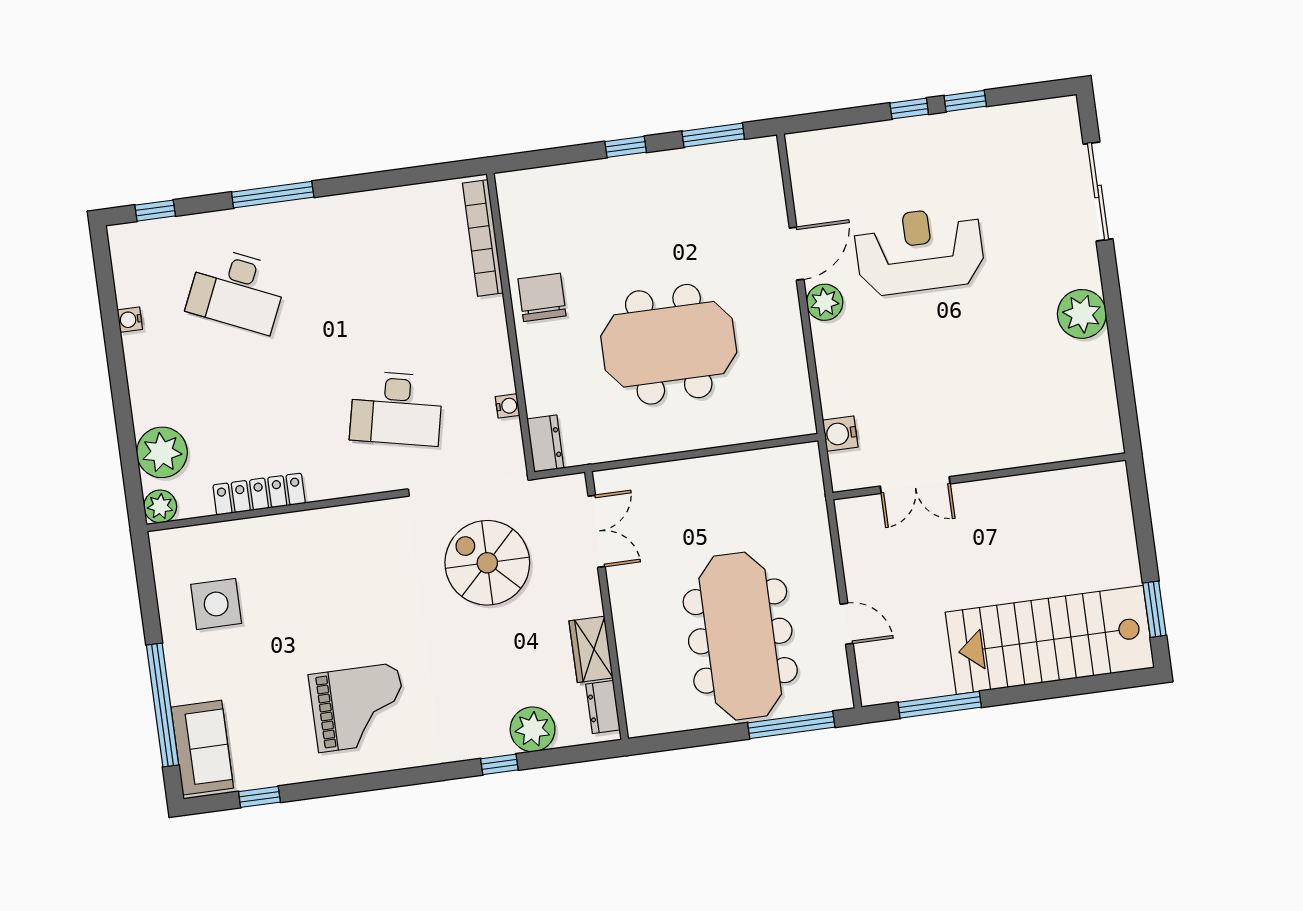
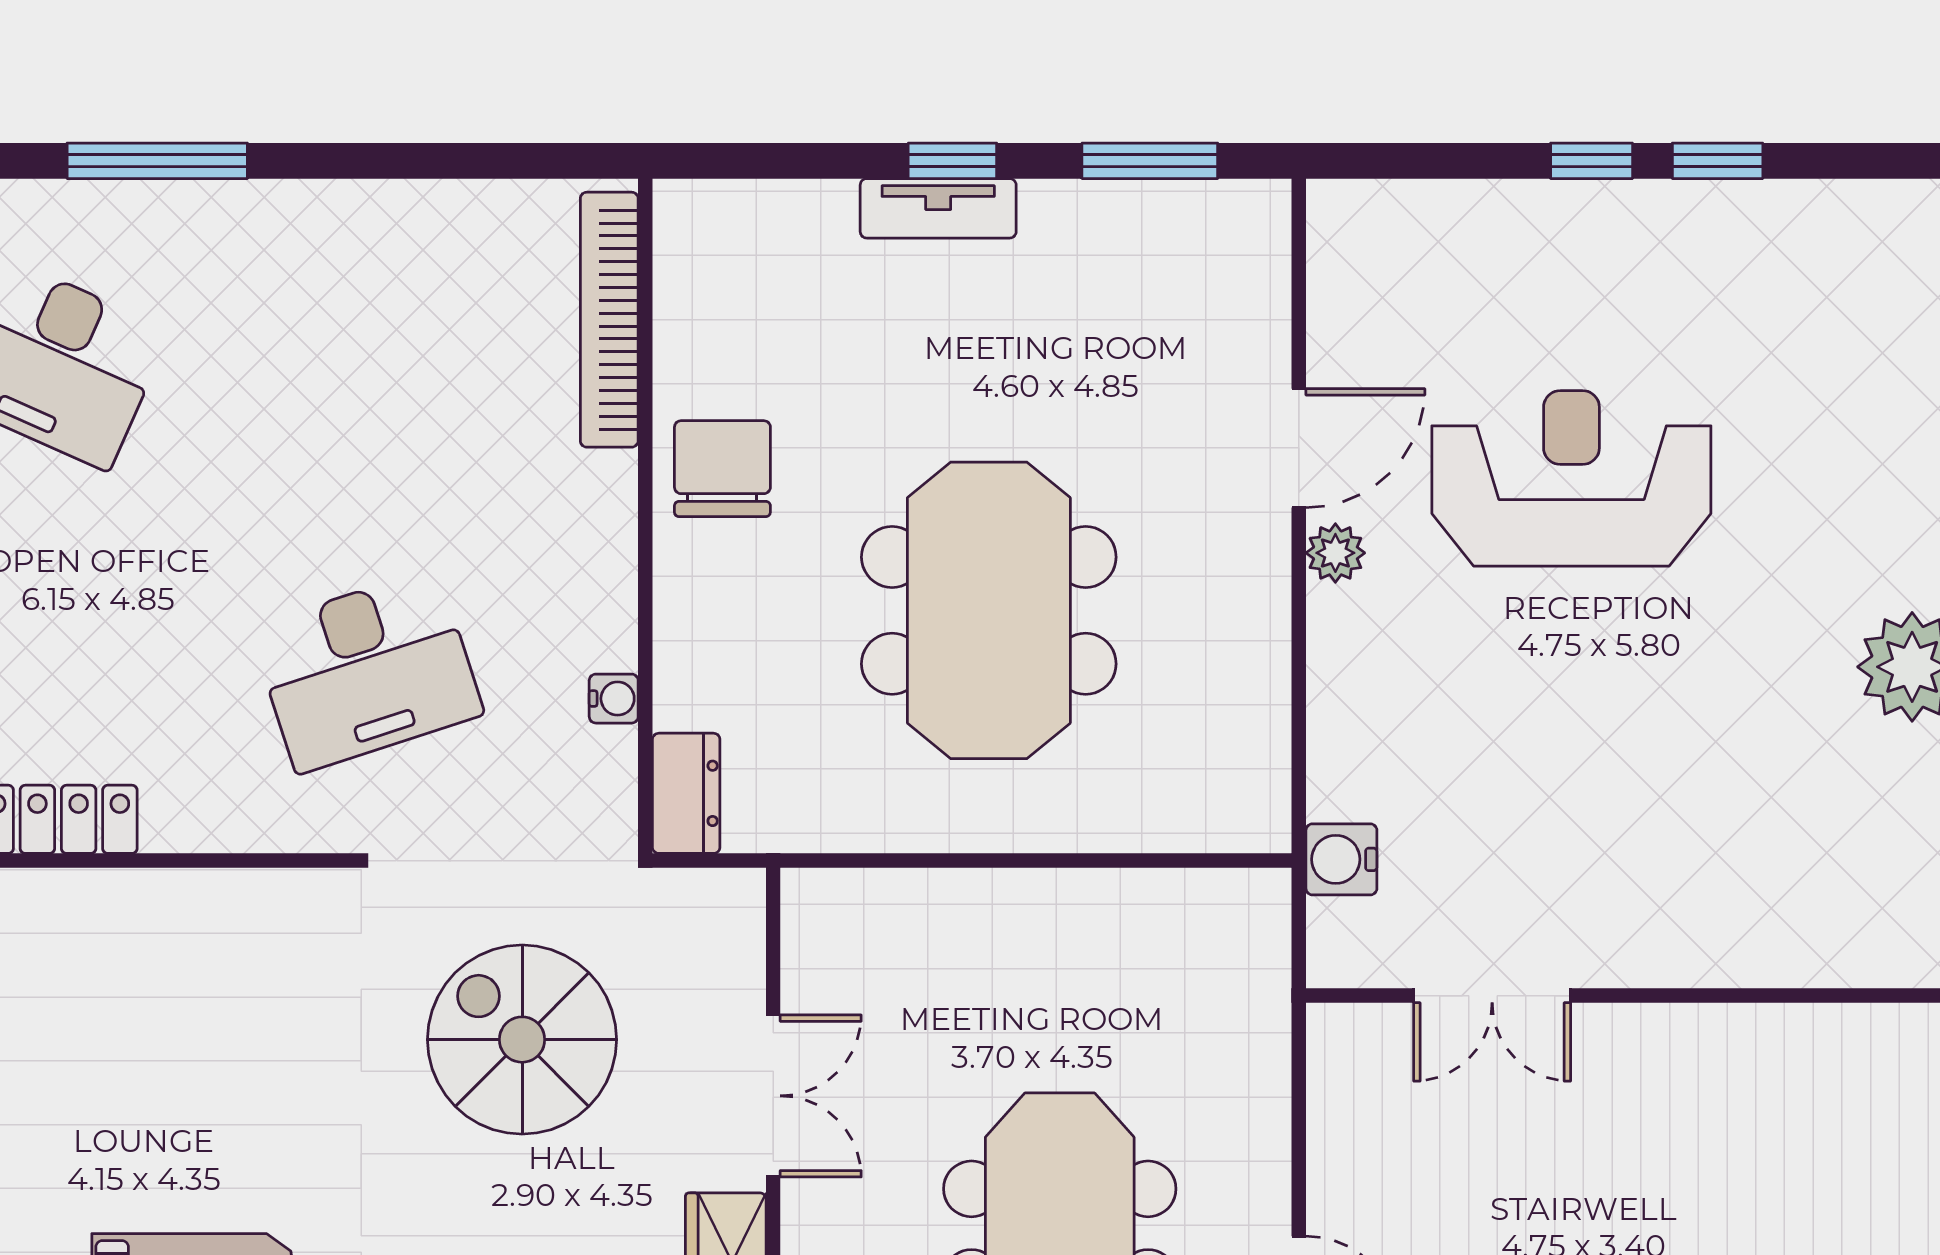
tv unit: (622, 169) -> (938, 208), added
plant: (825, 302) -> (1335, 553), width x0.73, depth x0.73
meeting table: (669, 344) -> (989, 610), turned 90
desk: (396, 408) -> (367, 671), turned -30
double door: (597, 531) -> (773, 1096), moved

